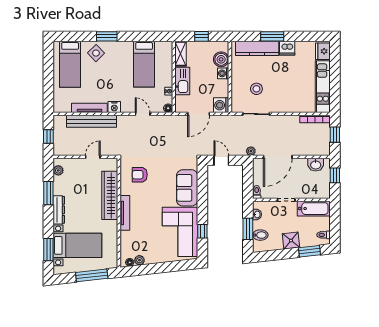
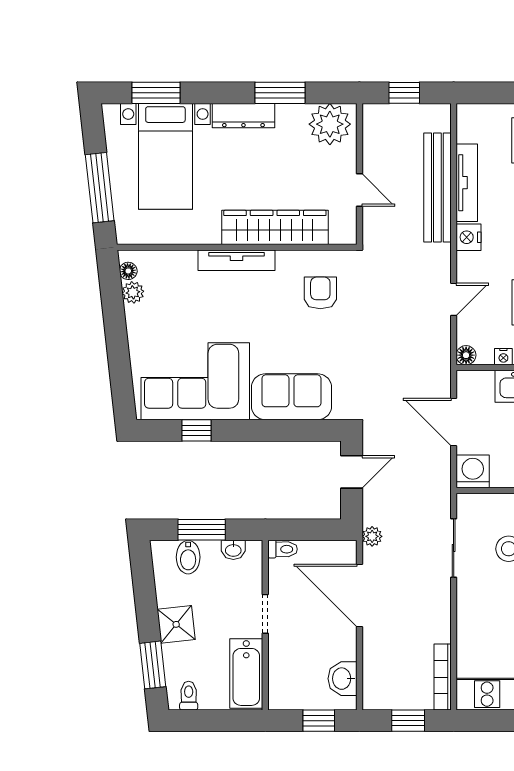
plant: (58, 170) -> (330, 124), width x1.87, depth x1.87

